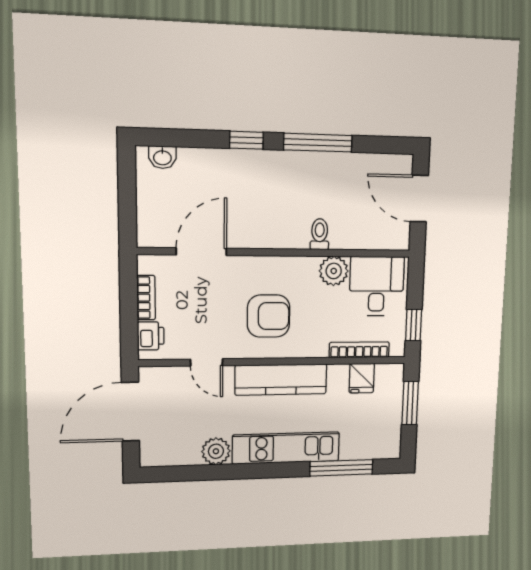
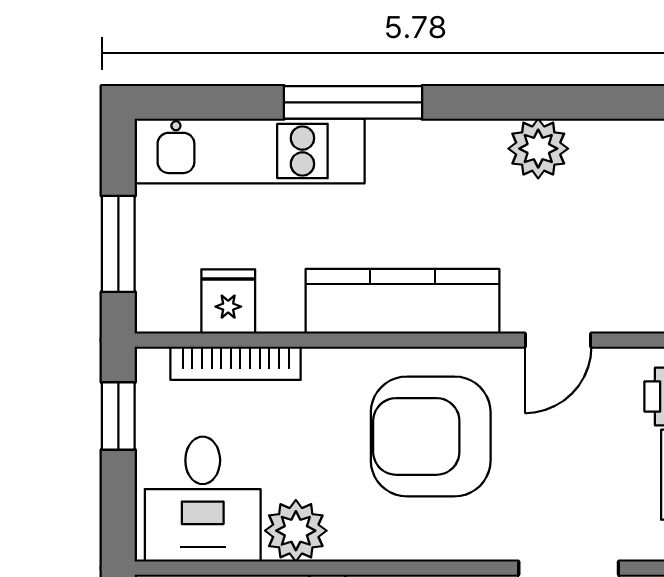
armchair: (269, 316) -> (431, 436), width x1.36, depth x1.36
door: (207, 362) -> (558, 340), swing flipped
kitchen unit: (286, 448) -> (250, 151), moved
window: (341, 468) -> (353, 102), moved

